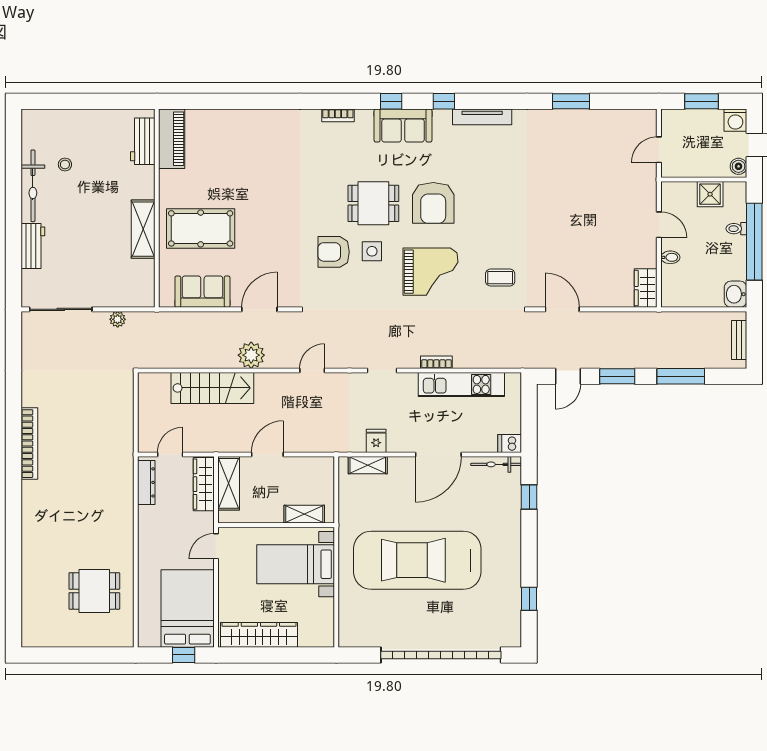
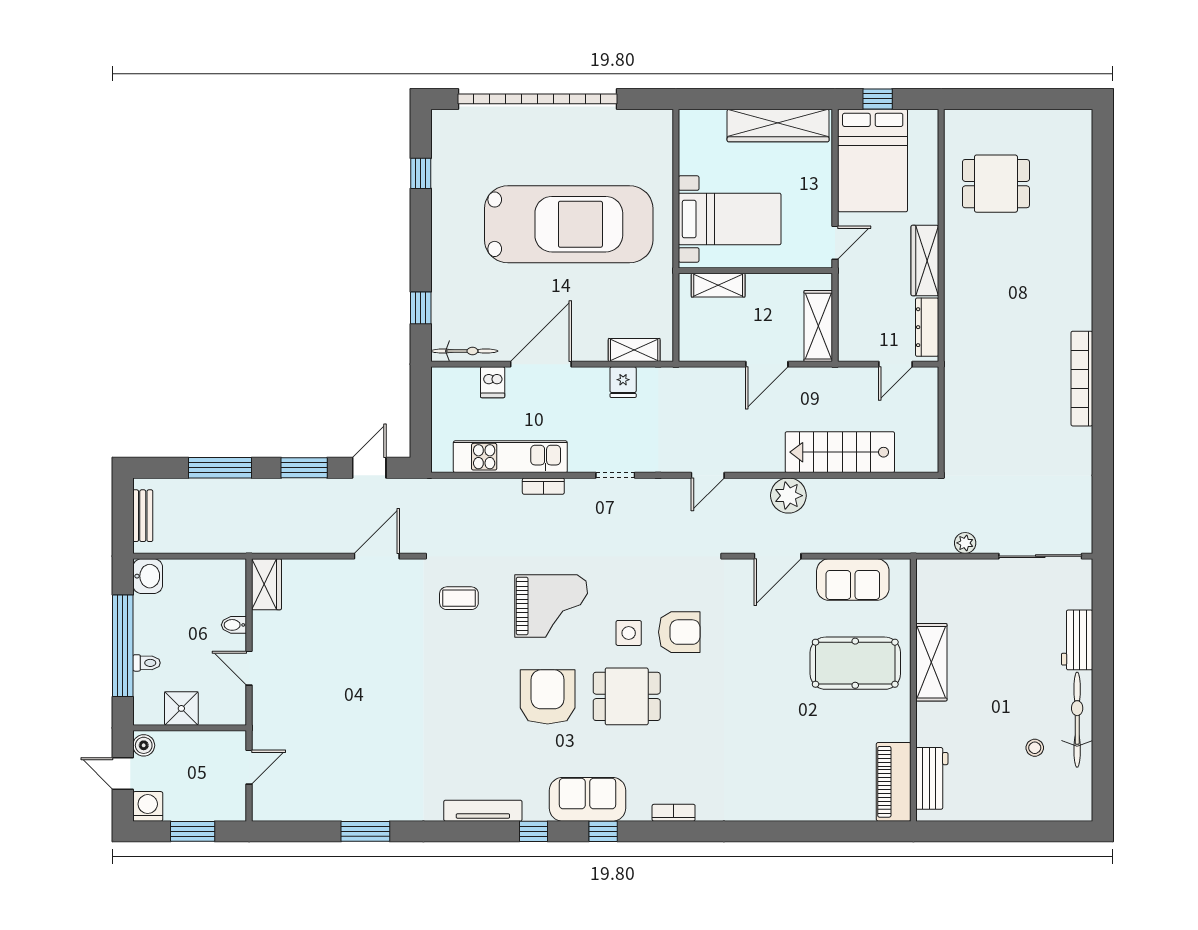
grand piano: (431, 272) -> (551, 606), turned 180
door: (562, 309) -> (377, 556), swing flipped
dishwasher: (510, 443) -> (493, 382), moved, turned 90
wardrobe: (204, 484) -> (925, 260), moved, turned 180

